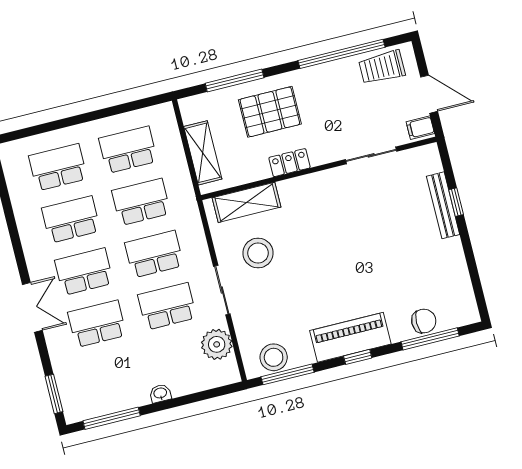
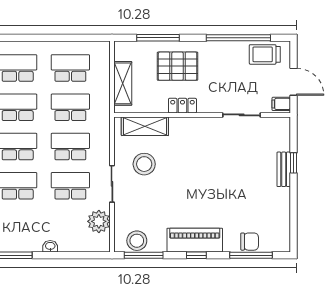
bench: (443, 205) -> (284, 169), width x0.73

